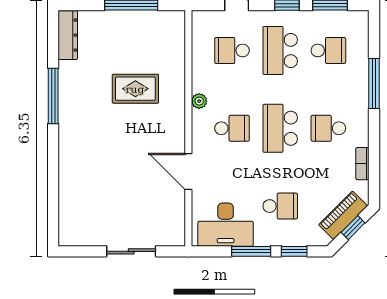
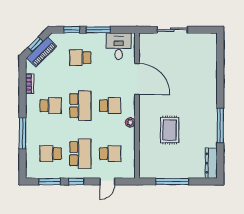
rug: (135, 89) -> (170, 130), turned 90
school desk: (232, 128) -> (110, 106), turned 180
door: (188, 172) -> (137, 79), width x1.36
desk: (226, 225) -> (119, 46), width x0.73

